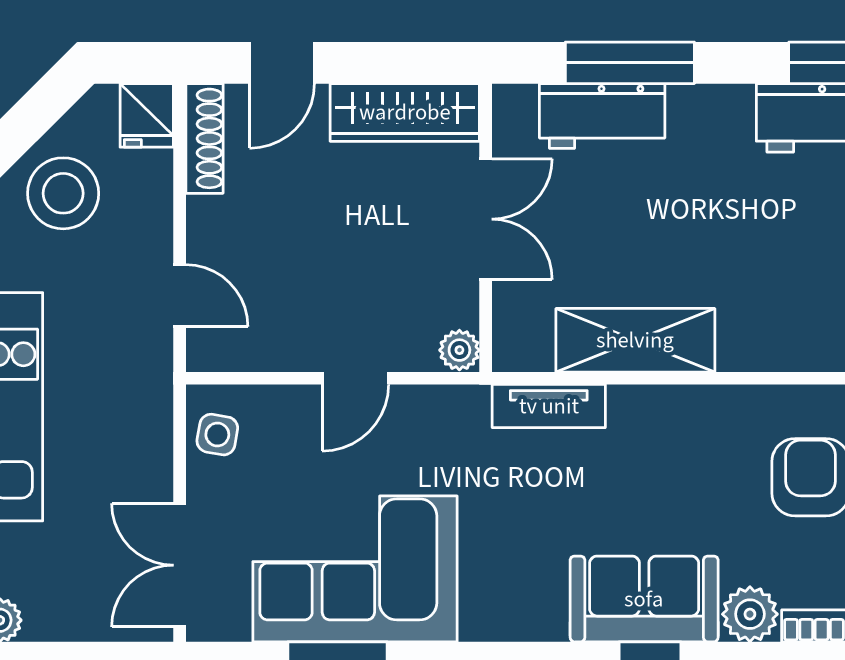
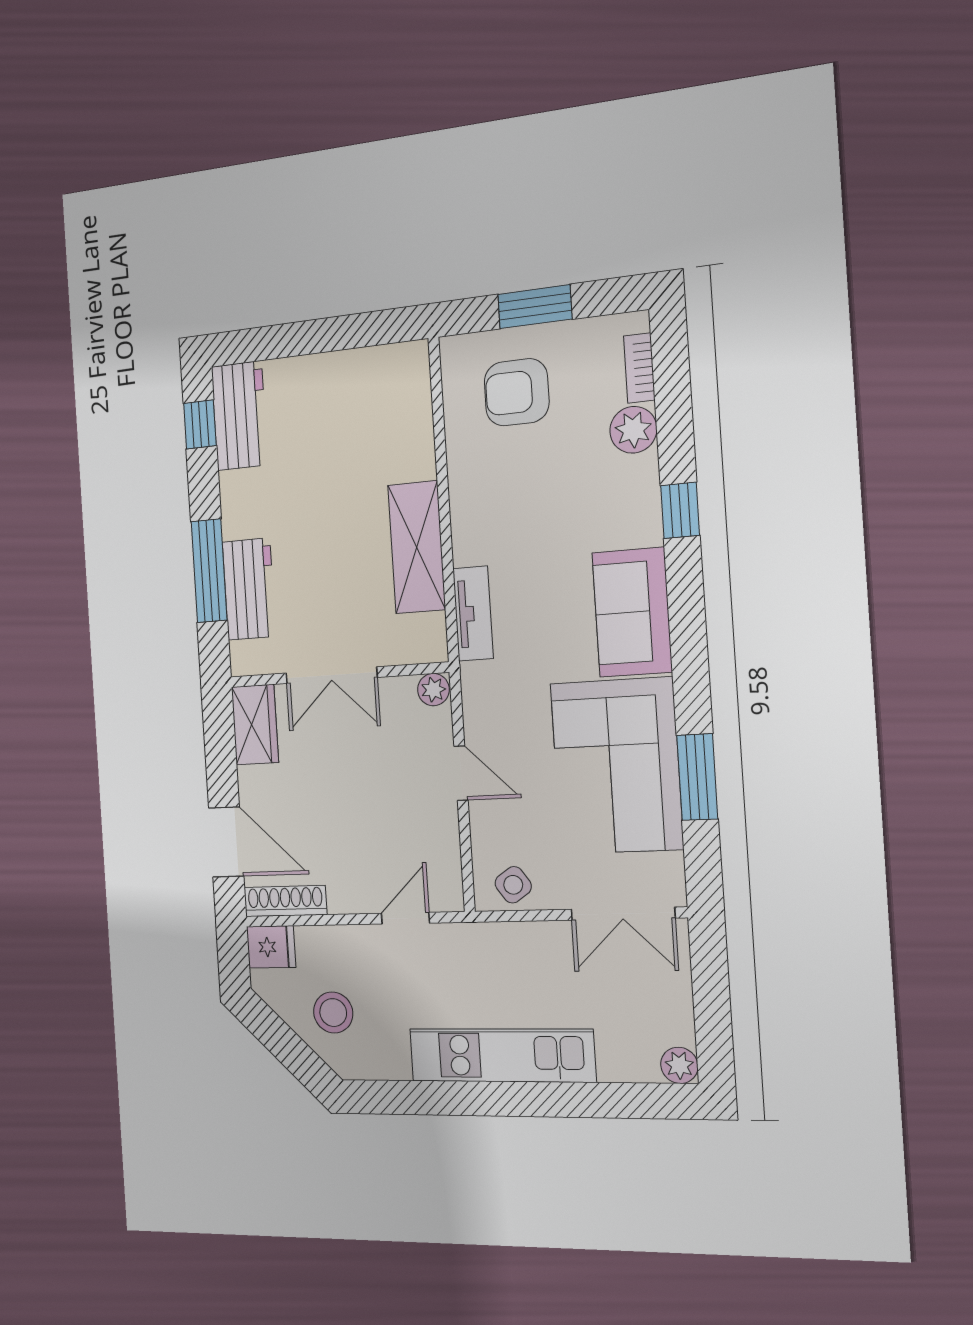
door: (282, 63) -> (226, 842), width x1.38
wardrobe: (405, 112) -> (255, 725), width x0.67
stool: (63, 193) -> (333, 1013), width x0.73, depth x0.73
double door: (486, 219) -> (331, 675), swing flipped
side table: (217, 435) -> (513, 885), turned 45
sofa: (644, 599) -> (632, 612), moved

